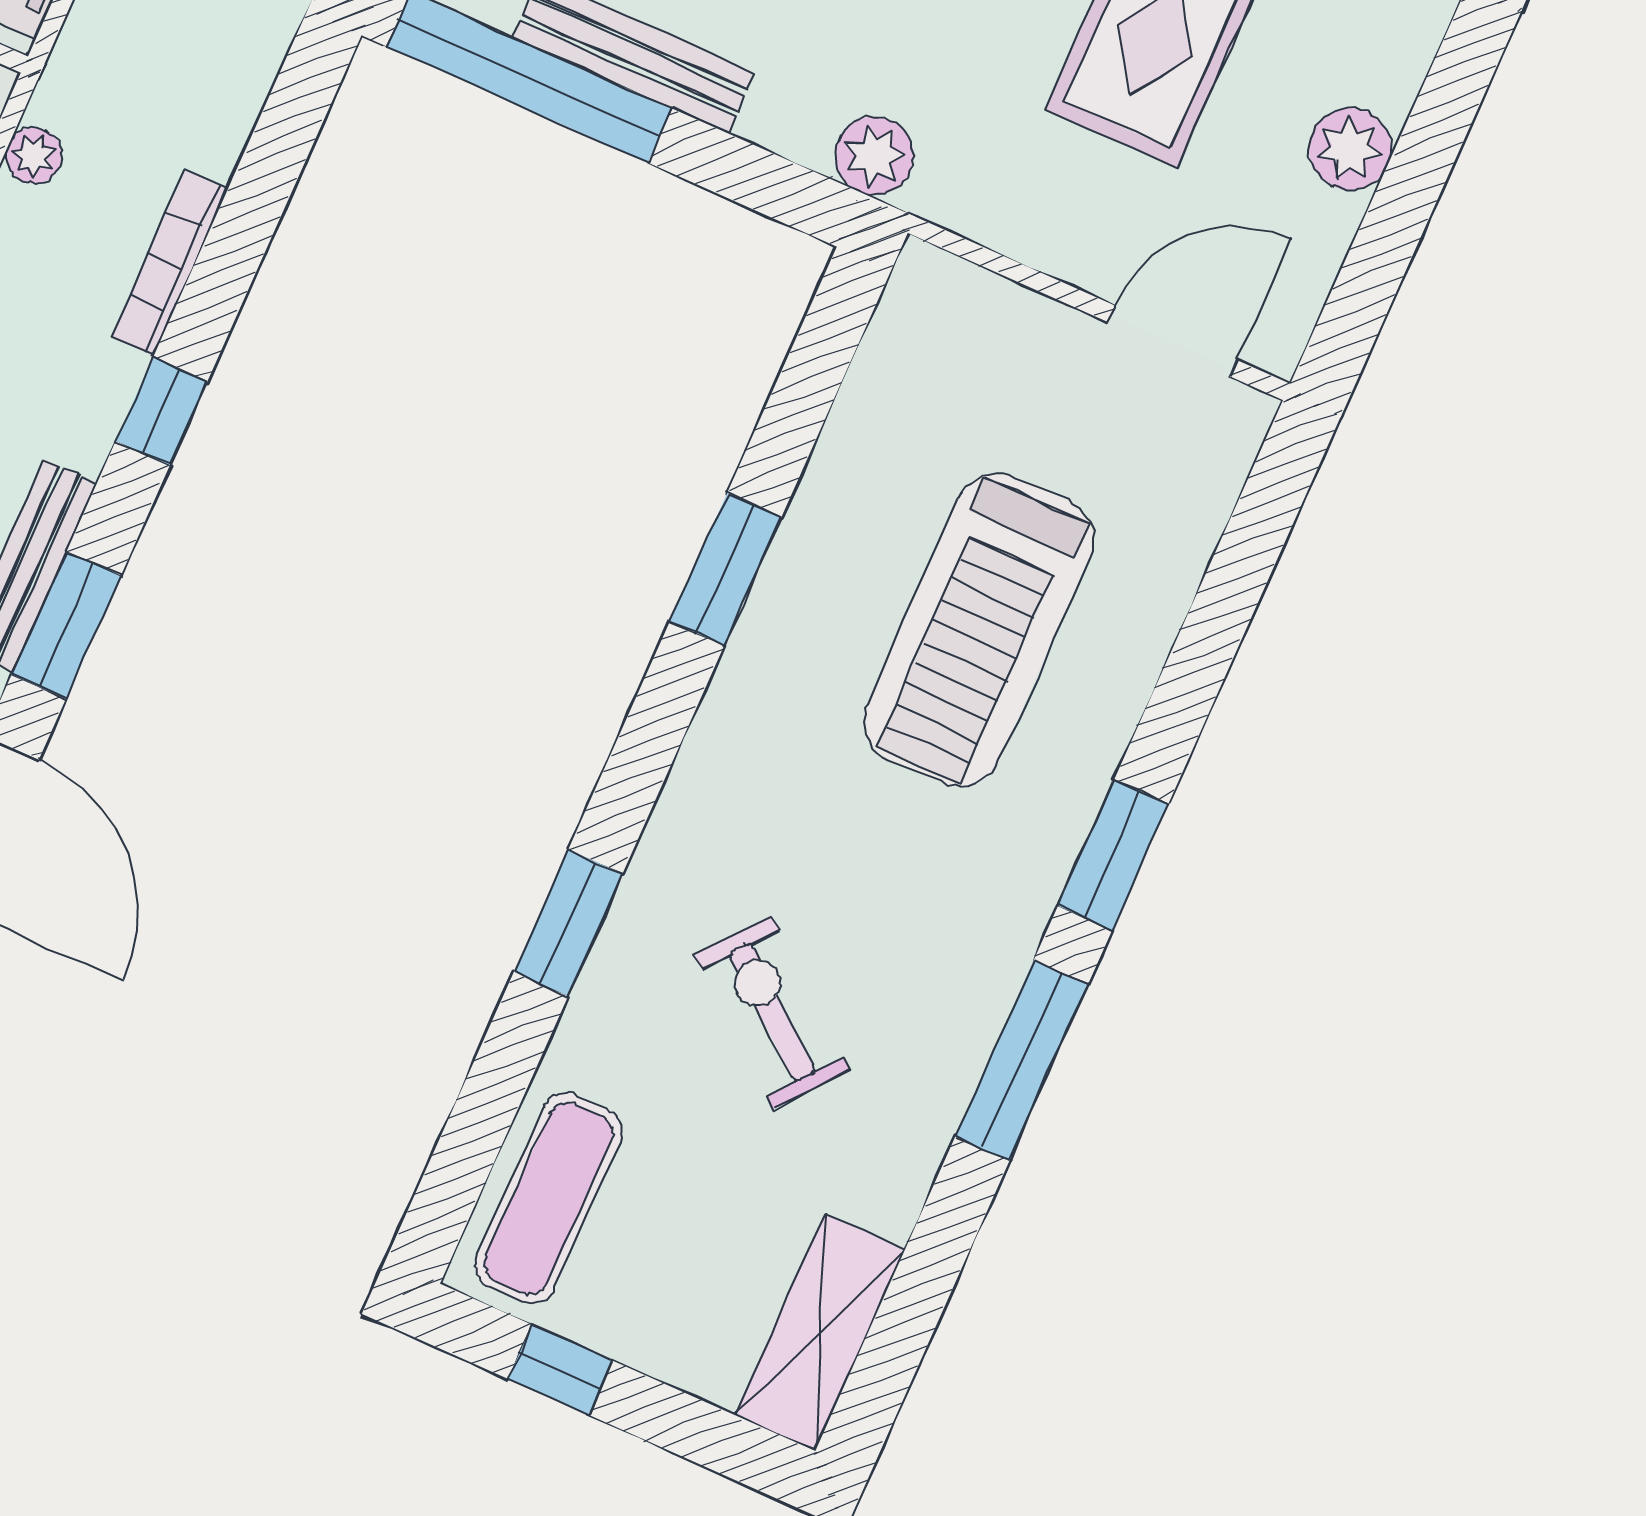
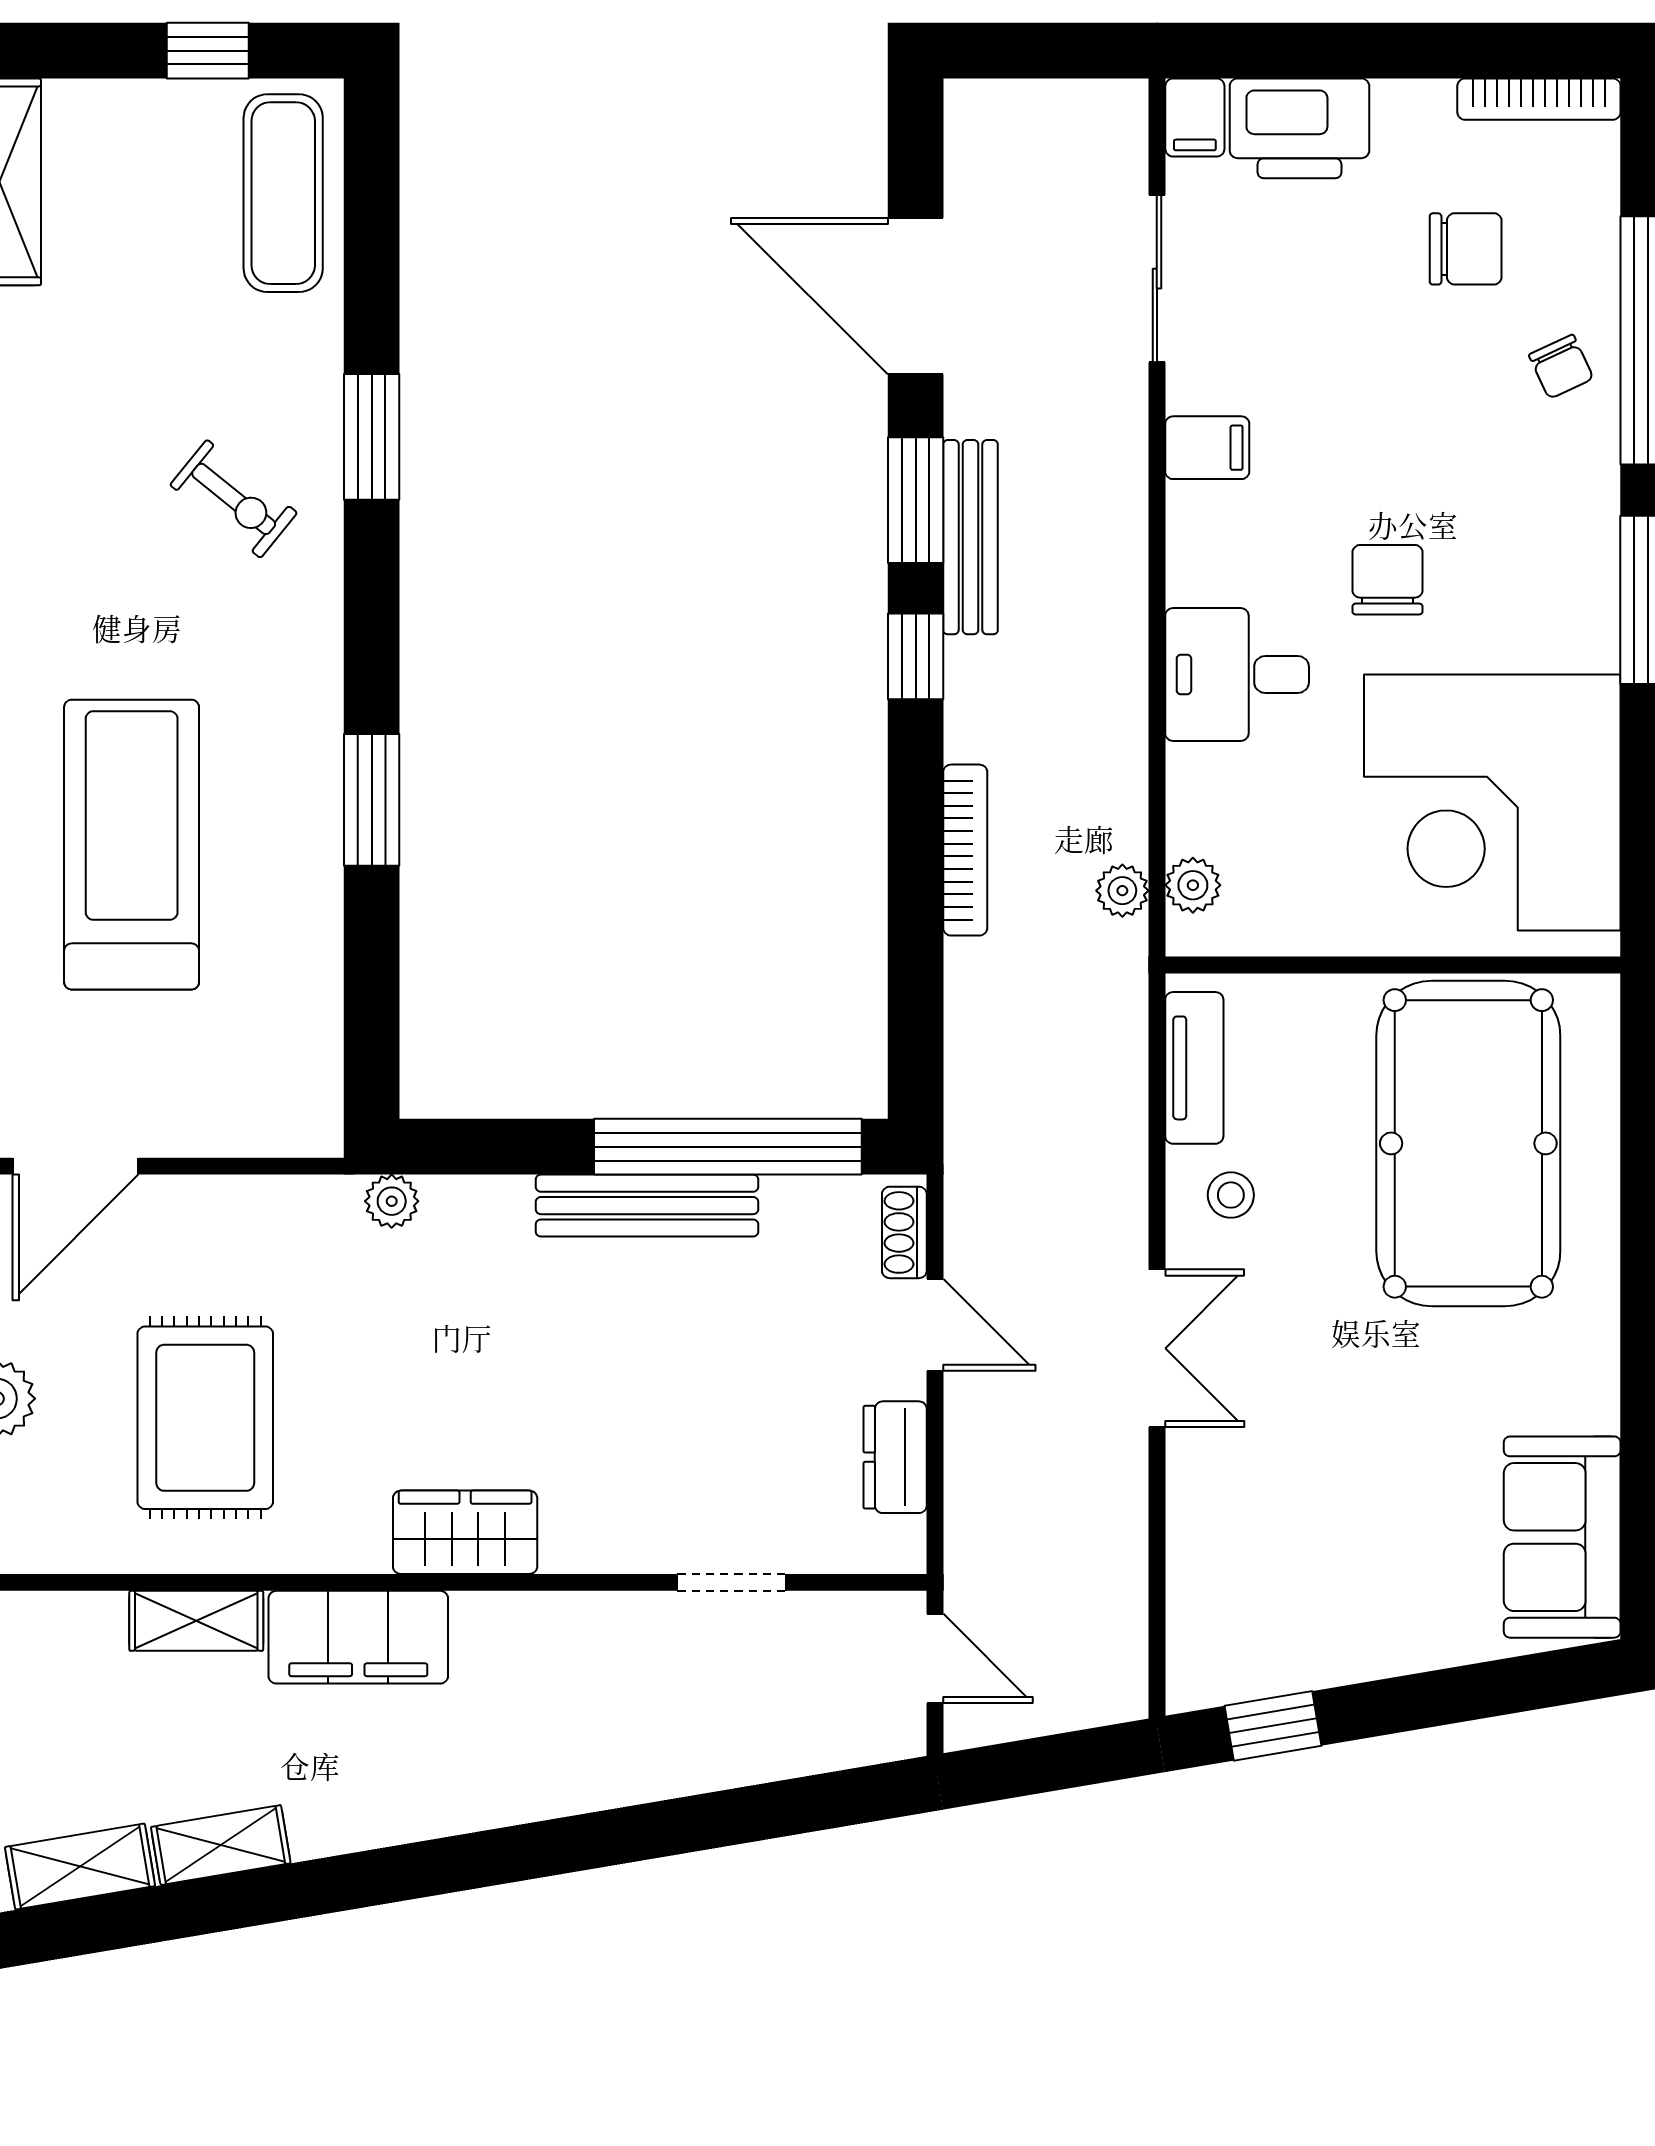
plant: (875, 156) -> (392, 1201), width x0.73, depth x0.73
window: (161, 411) -> (916, 656), moved
exercise bike: (772, 1012) -> (234, 499), moved, width x0.73, depth x0.72

